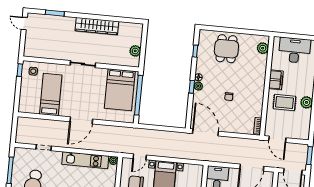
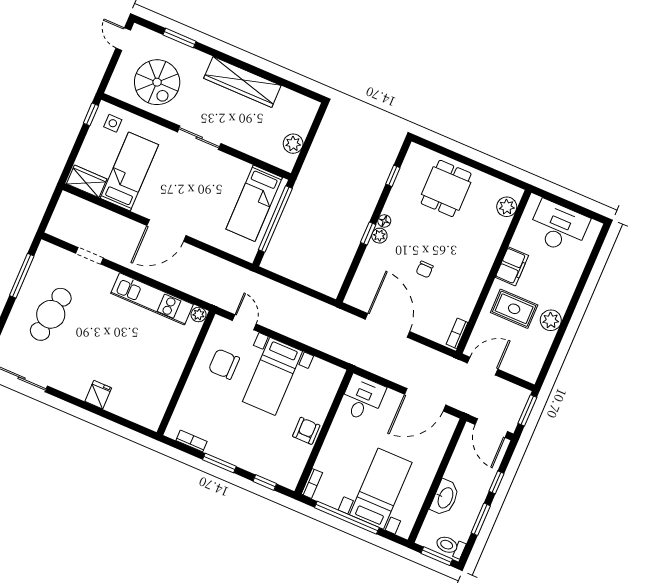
spiral stairs: (50, 41) -> (157, 82), added
bed: (120, 90) -> (254, 203), width x0.67
wardrobe: (29, 107) -> (87, 181), added
door: (206, 132) -> (388, 325), moved
door: (277, 139) -> (483, 366), swing flipped
door: (140, 157) -> (244, 322), swing flipped

